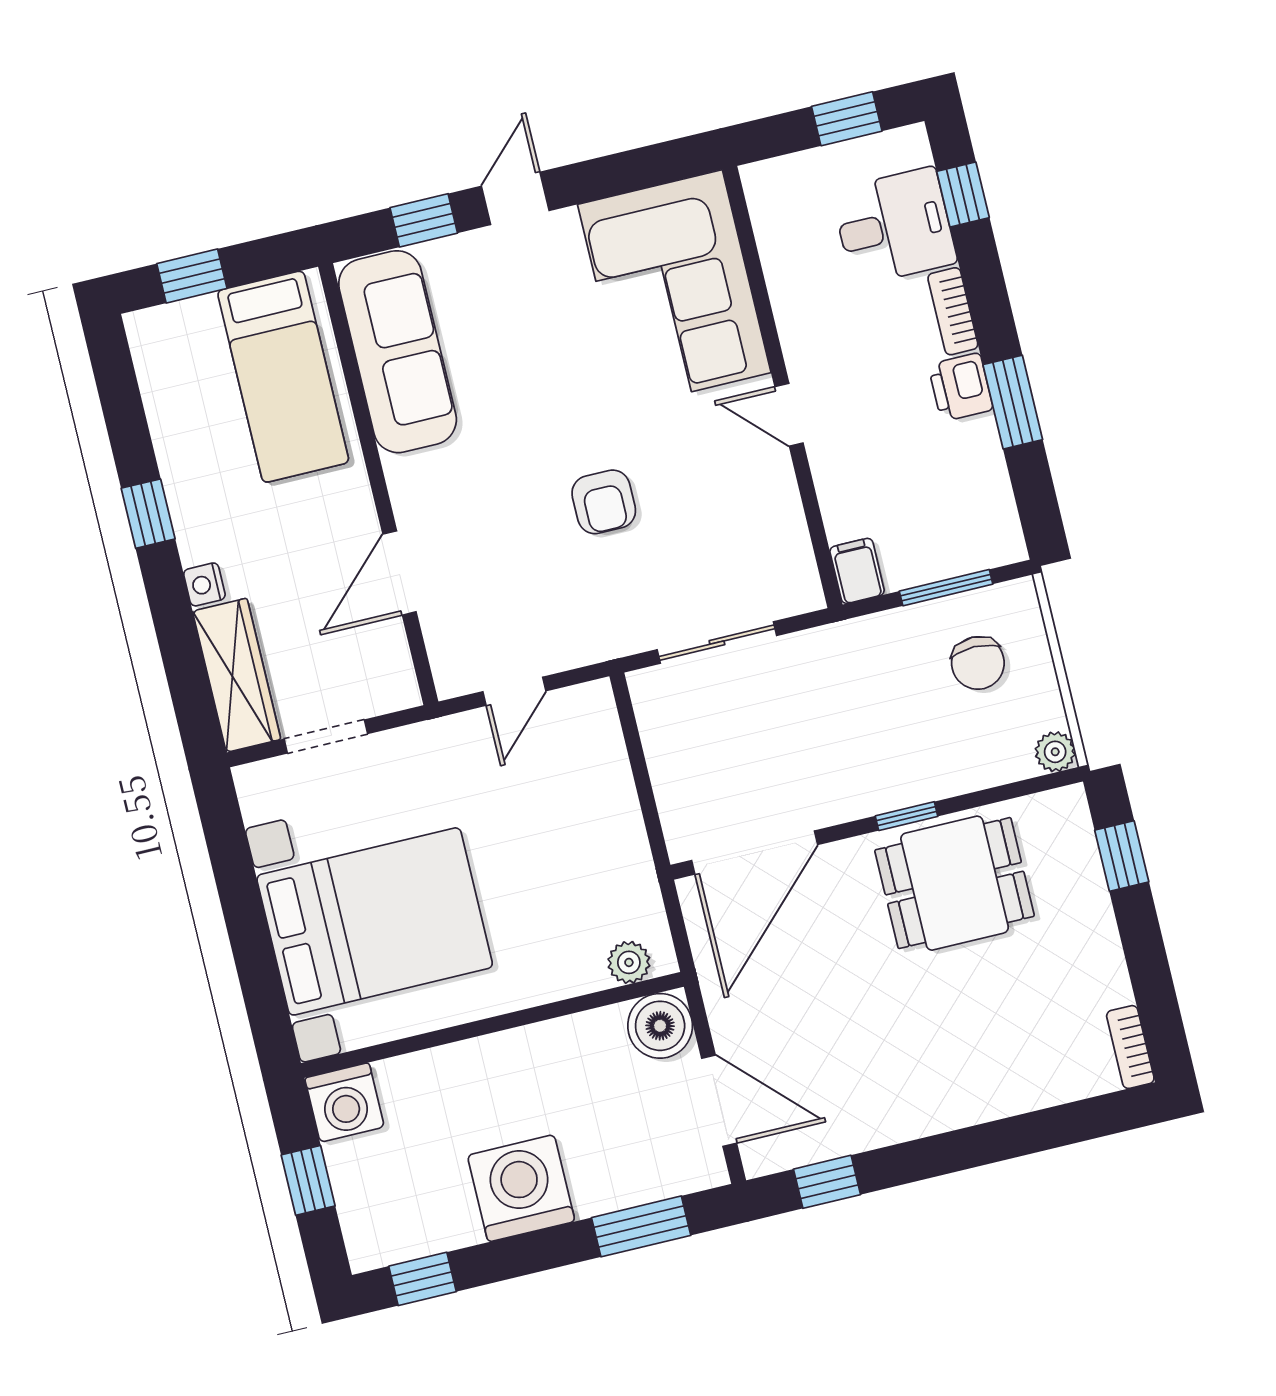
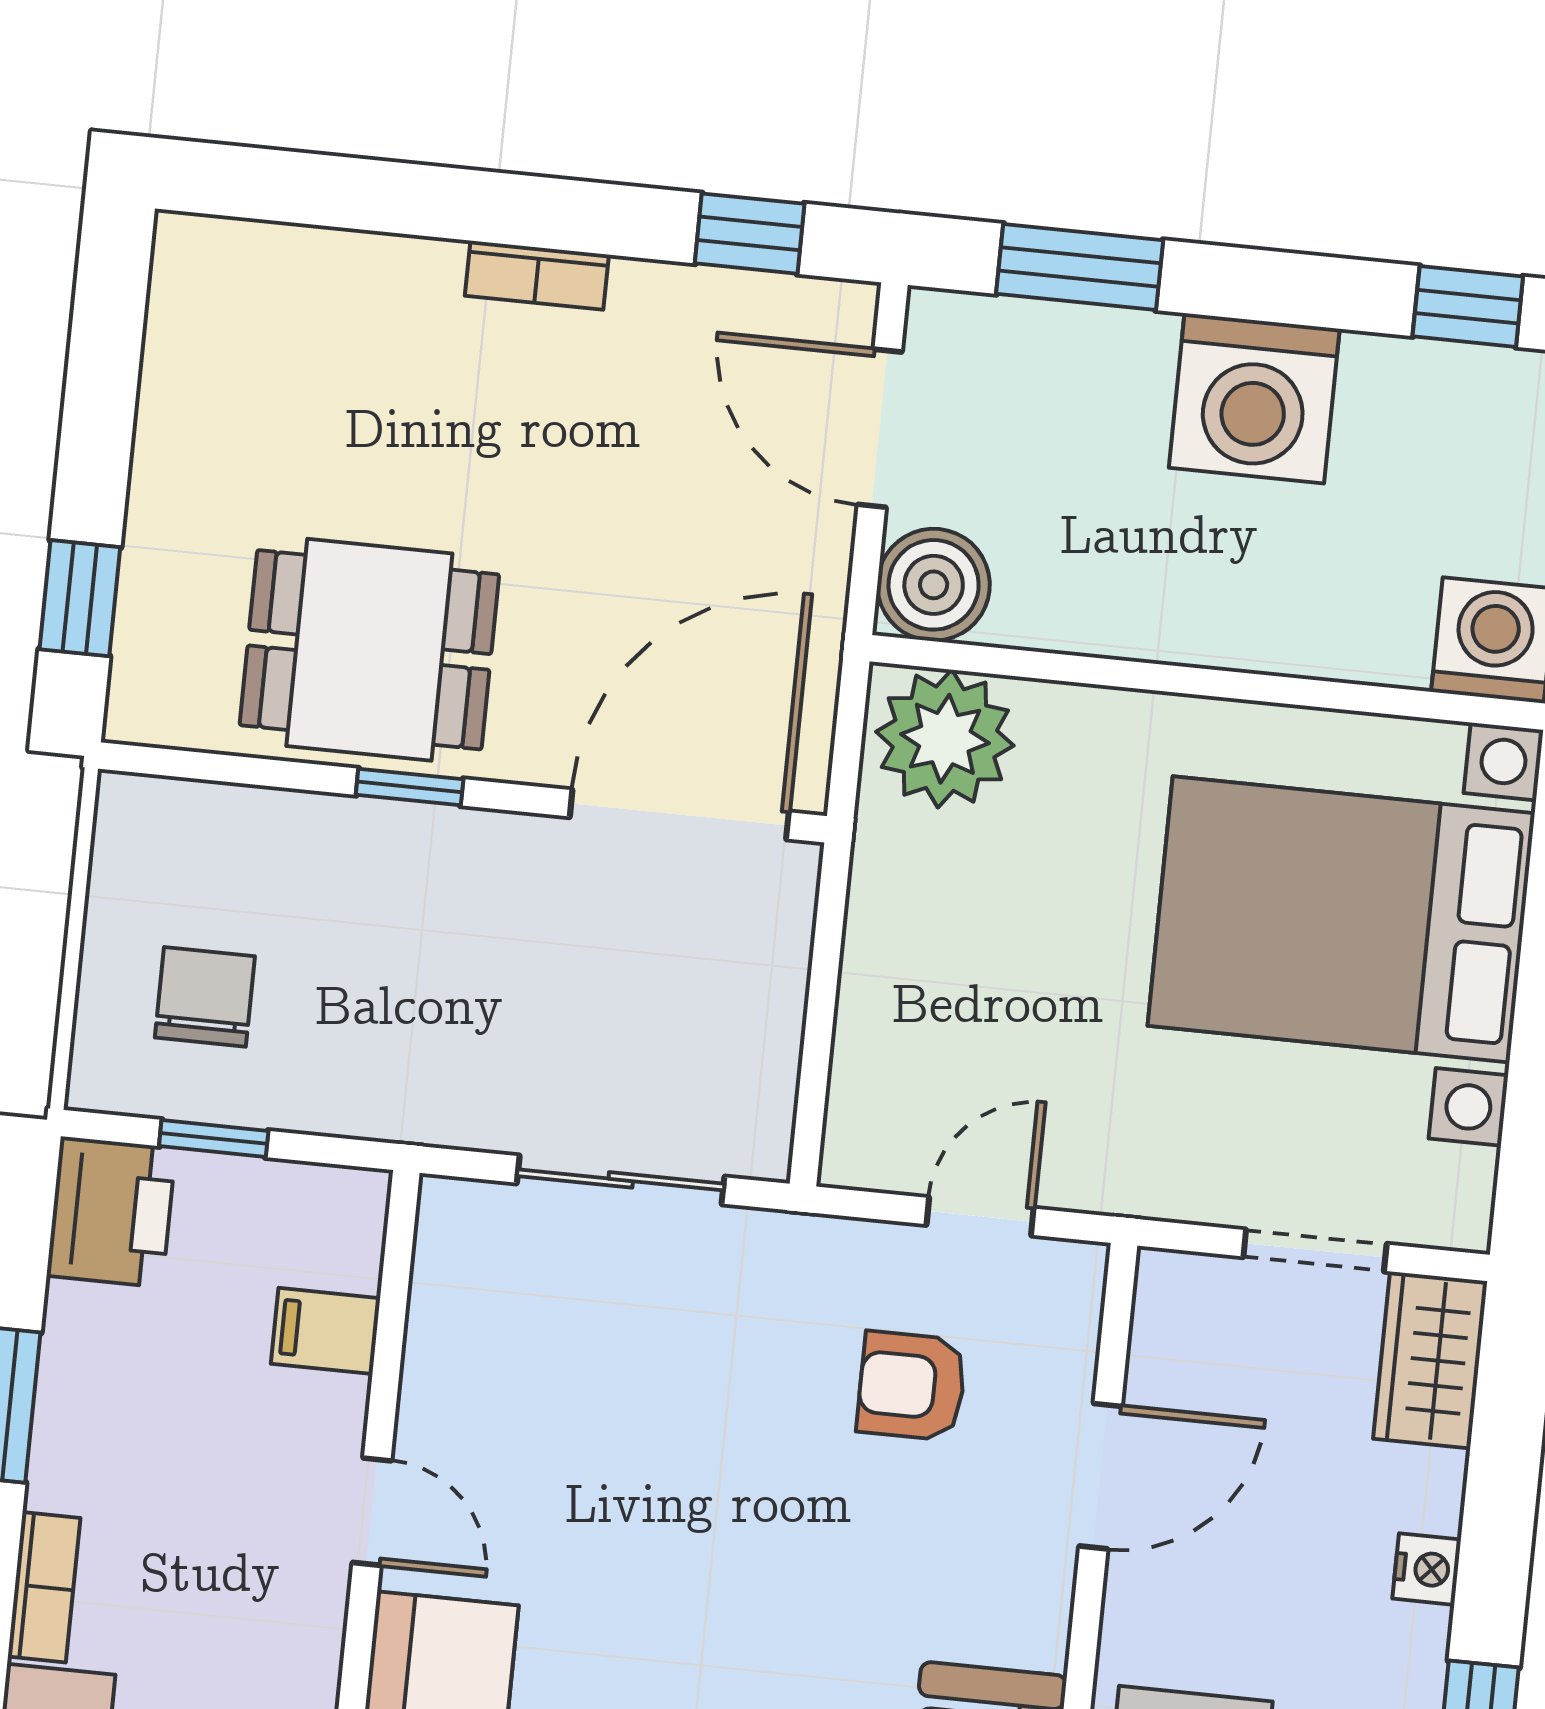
printer: (961, 387) -> (111, 1212), moved, width x1.36, depth x1.24
armchair: (604, 502) -> (912, 1386), moved, turned -90
filing cabinet: (857, 571) -> (326, 1331), moved, turned 90
window: (946, 588) -> (214, 1139), width x0.67
wardrobe: (237, 675) -> (1430, 1360), width x0.67
plant: (1055, 752) -> (129, 807), removed
plant: (629, 962) -> (945, 739), width x1.88, depth x1.88
bookcase: (1130, 1047) -> (537, 275), moved, turned 90

